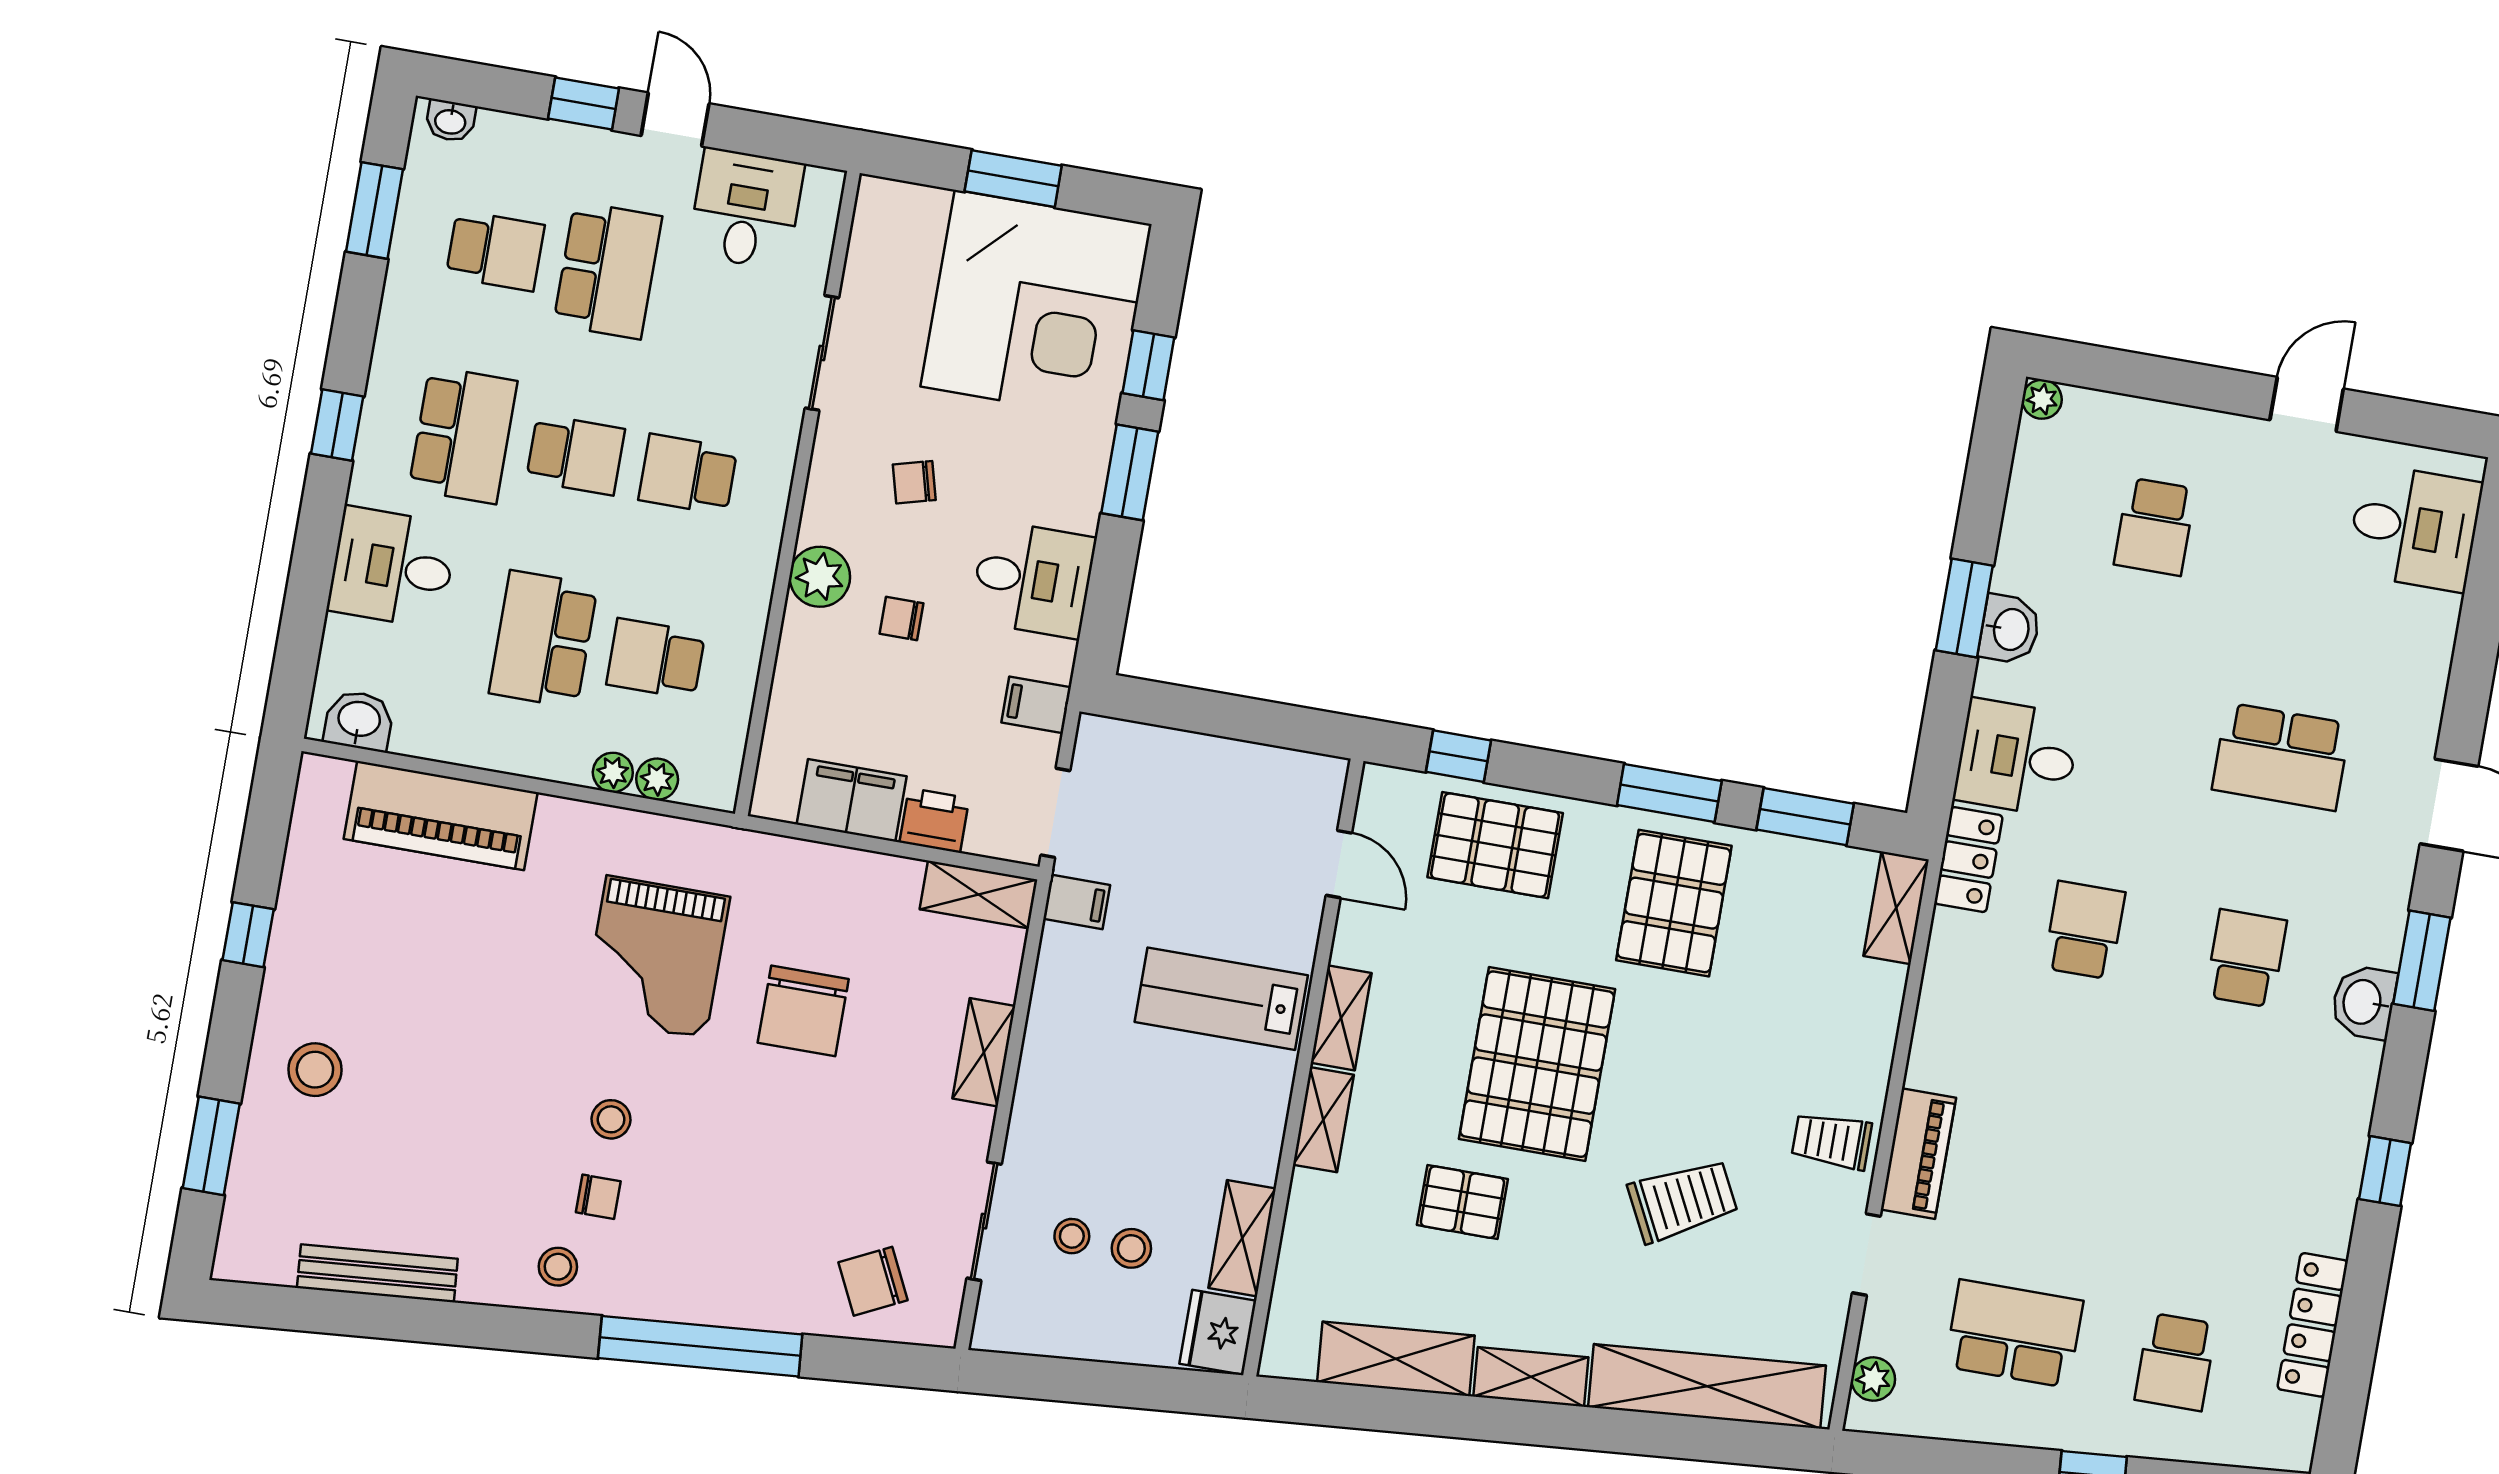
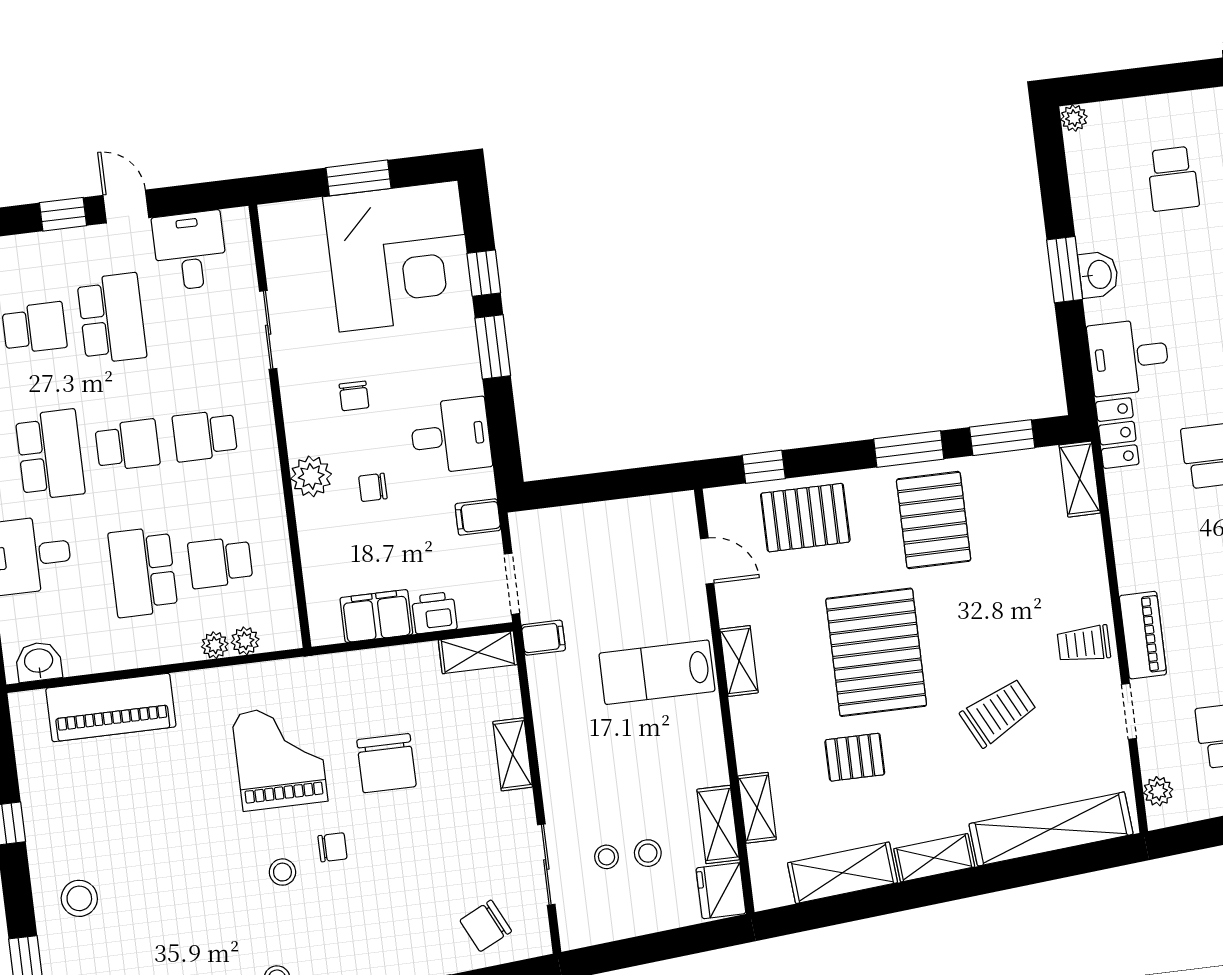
chair: (914, 482) -> (354, 396), turned -75
grand piano: (656, 957) -> (280, 757), turned 180
shelving: (1323, 1120) -> (757, 808), moved
chair: (598, 1197) -> (333, 847), moved

